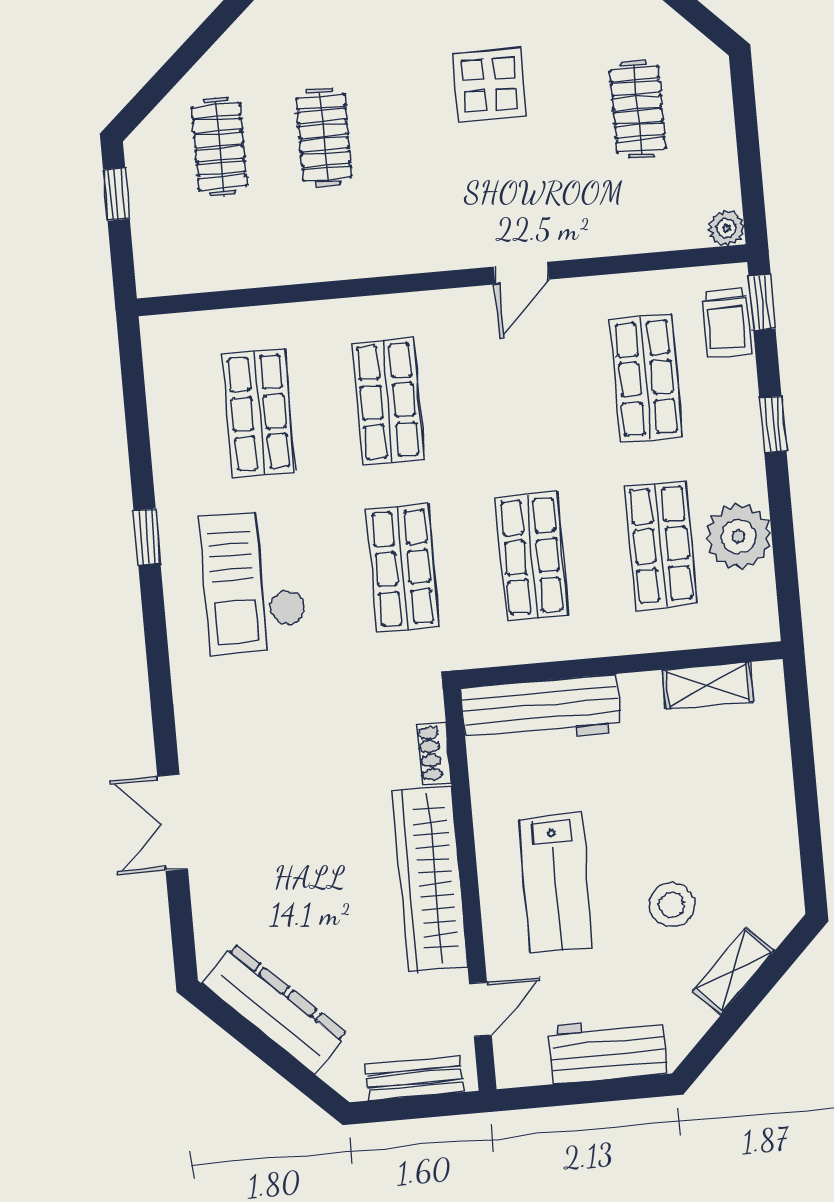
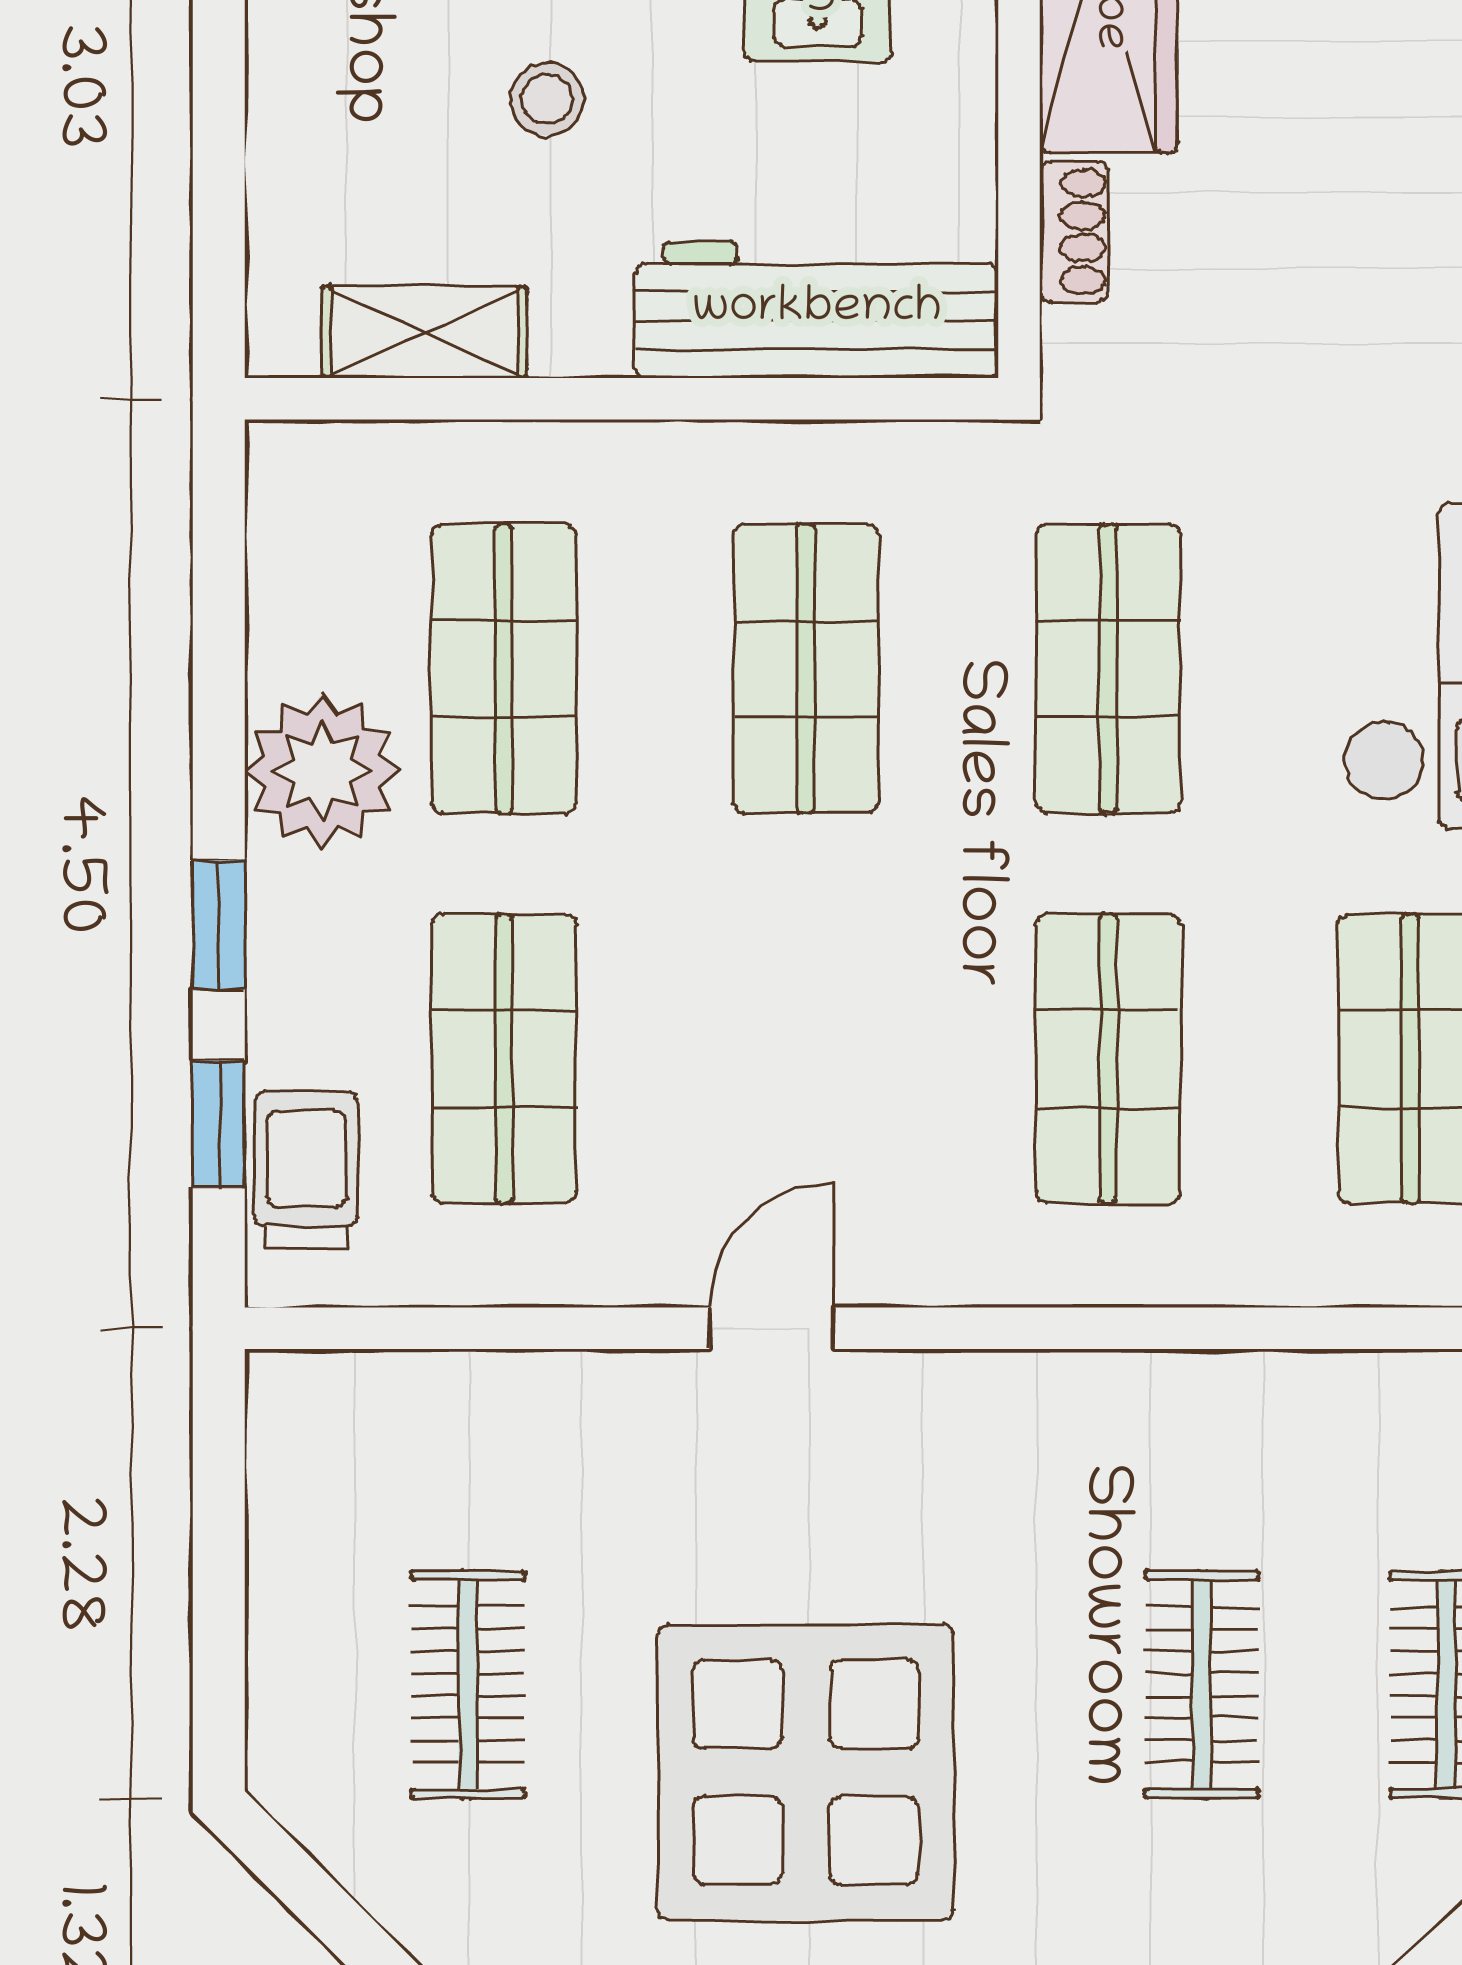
display table: (490, 85) -> (806, 1772), width x1.86, depth x1.86
plant: (726, 228) -> (286, 1391), removed
window: (762, 302) -> (219, 1124), moved
plant: (738, 536) -> (322, 771), moved
stool: (664, 790) -> (547, 99), added

